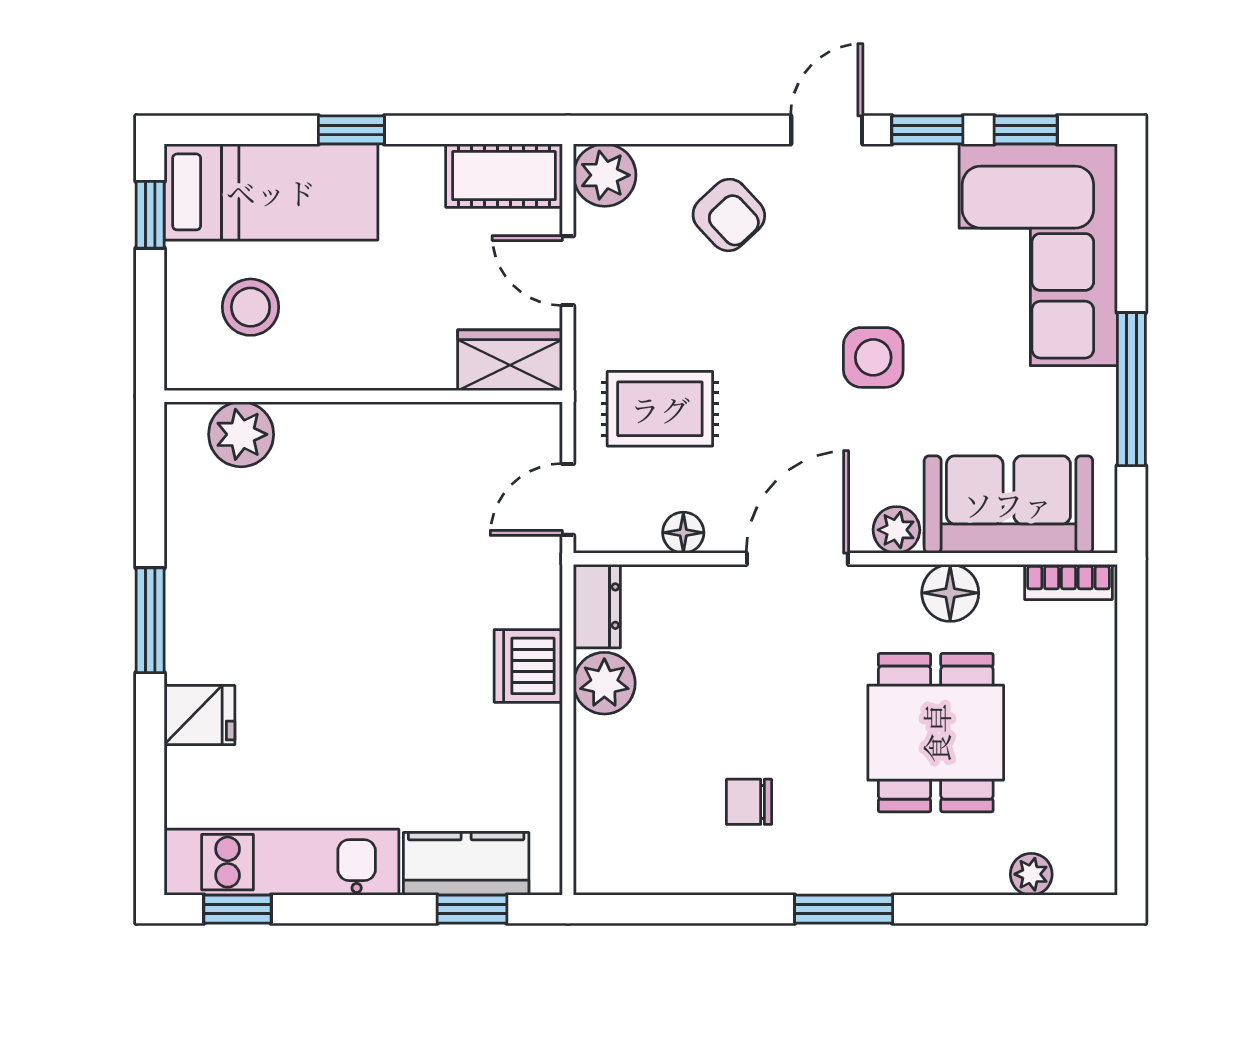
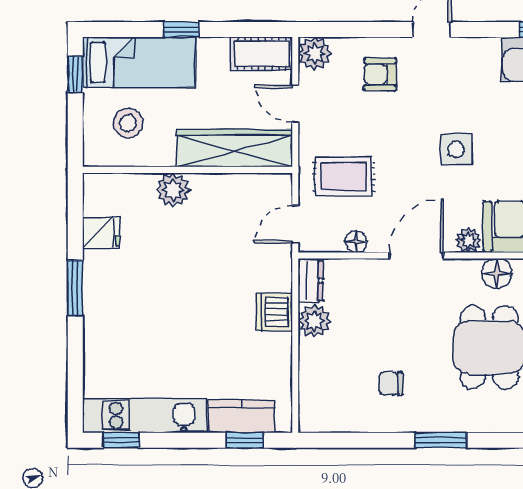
window: (927, 130) -> (485, 30), removed
armchair: (729, 215) -> (380, 74), turned 133
wardrobe: (510, 360) -> (234, 148), width x2.10, depth x1.17
plant: (241, 434) -> (173, 190), moved
fridge: (199, 715) -> (101, 233), moved

